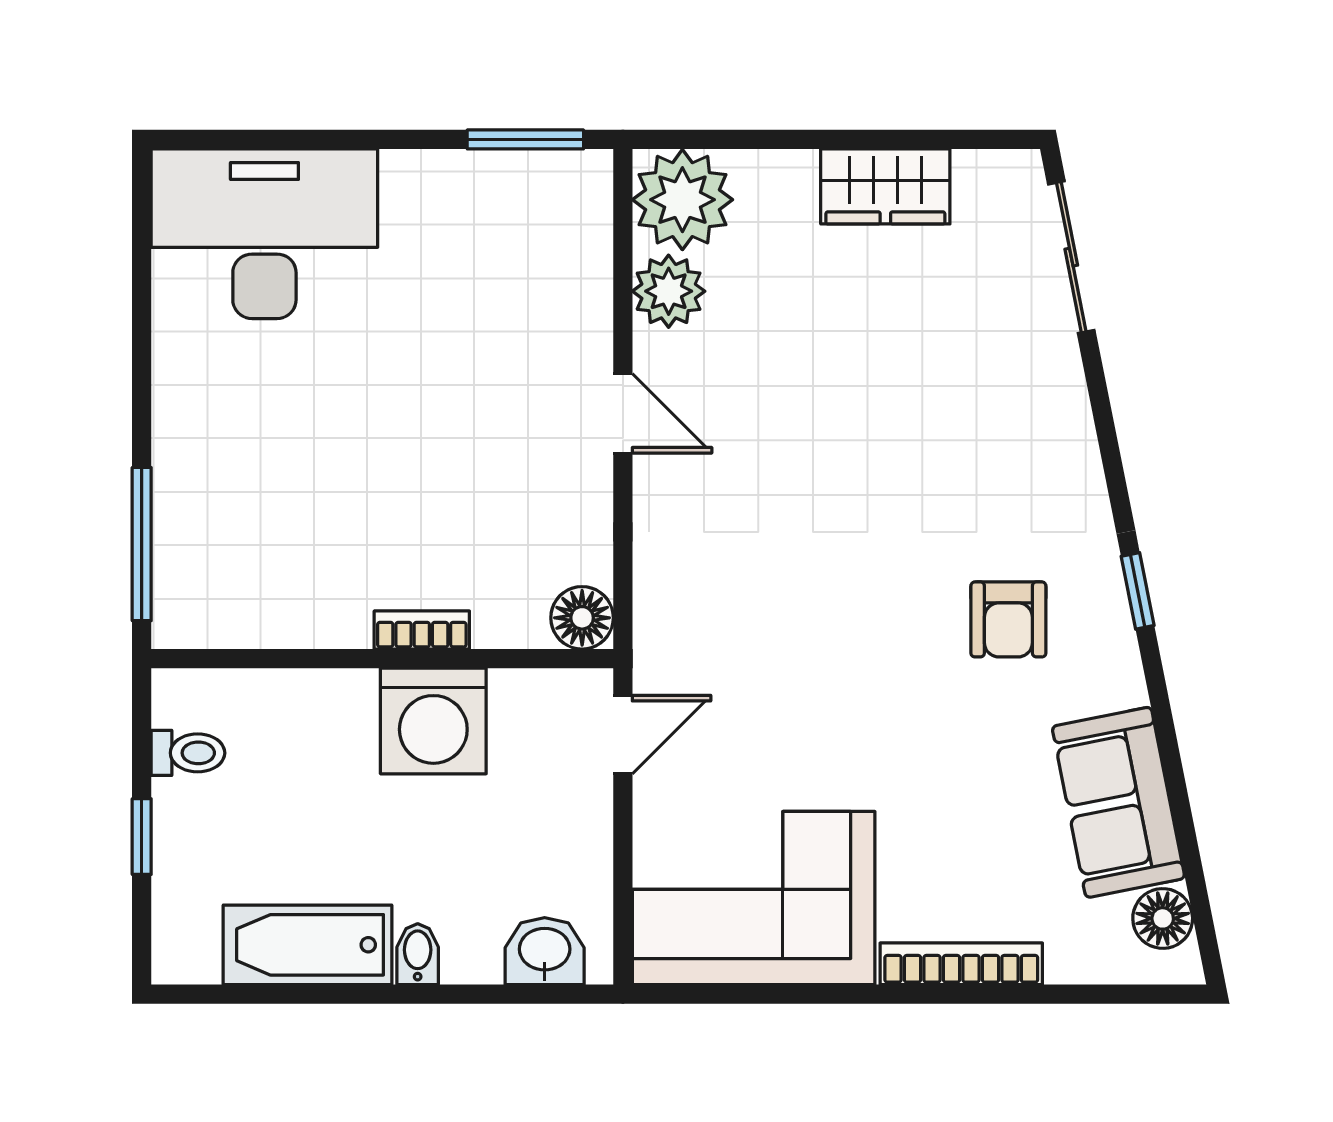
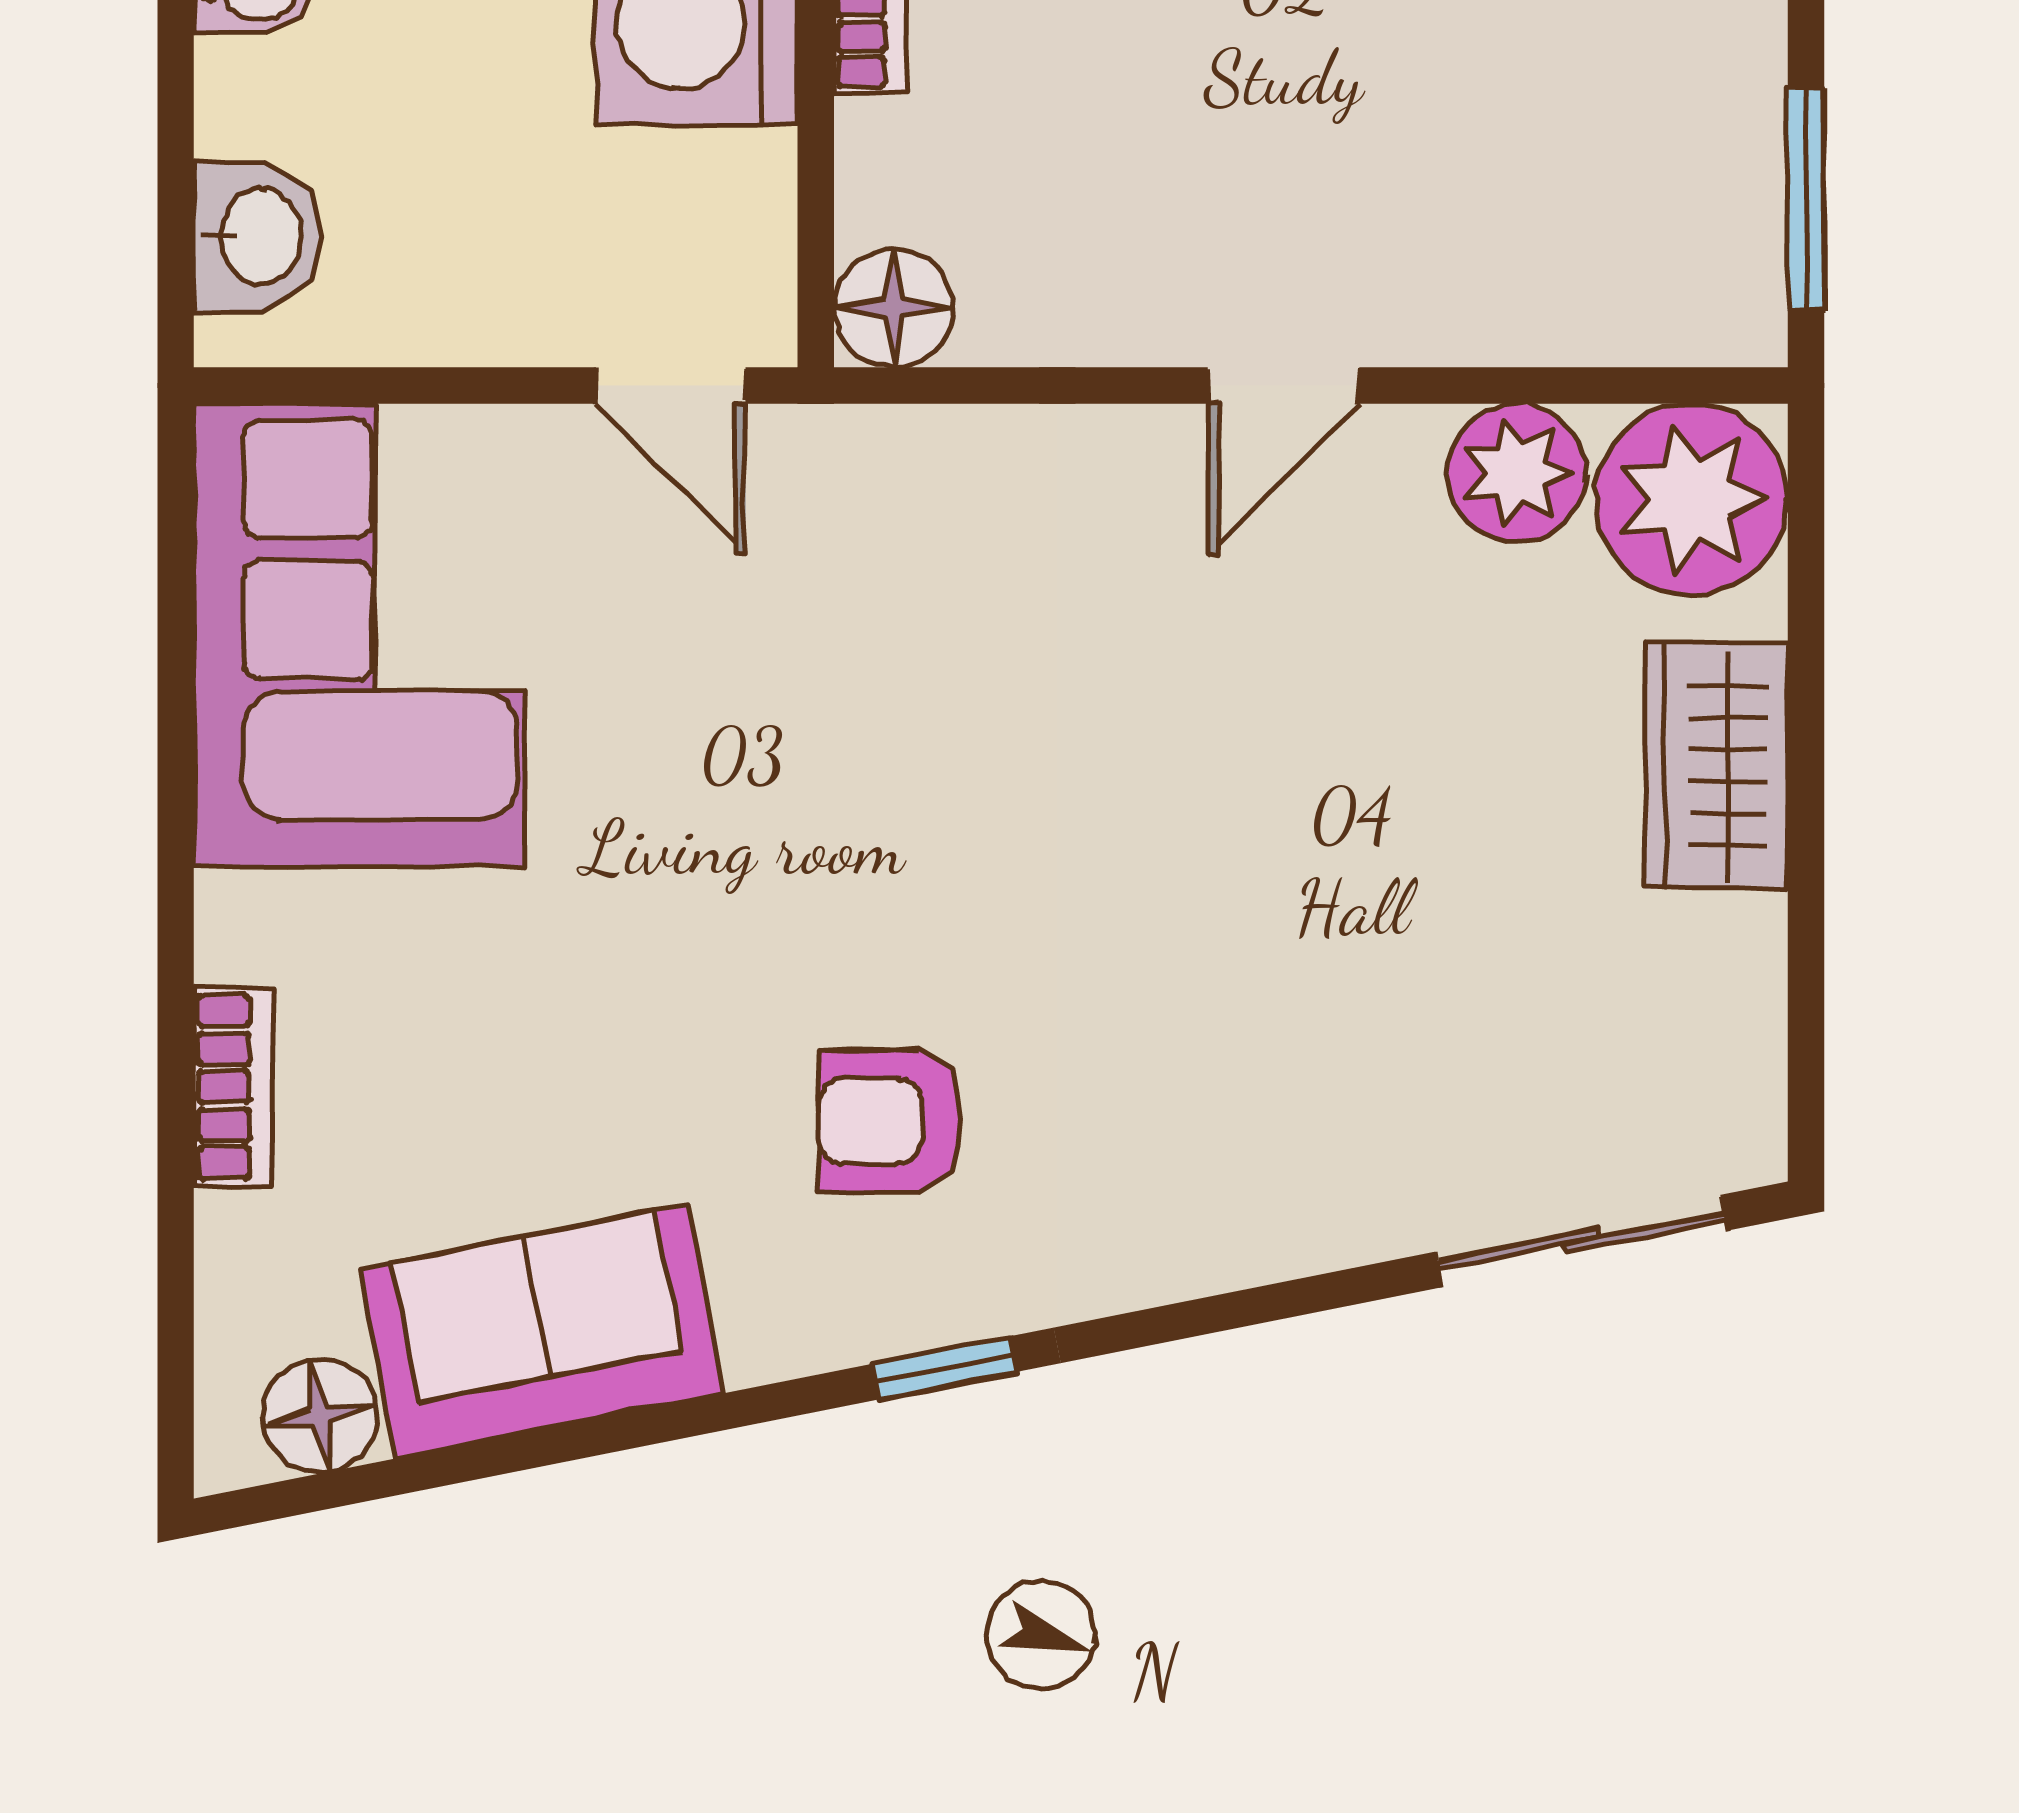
wardrobe: (885, 186) -> (1716, 766), moved
bookcase: (961, 964) -> (233, 1087), width x0.64

